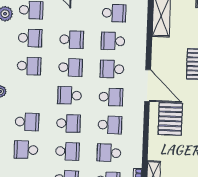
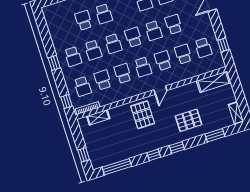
school desk: (72, 39) -> (174, 24), turned 180
door: (148, 86) -> (160, 90), width x0.53
pallet: (170, 119) -> (143, 115), turned 90
school desk: (110, 125) -> (123, 73), turned 180

